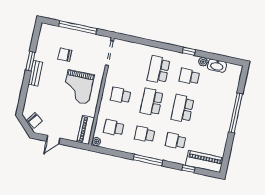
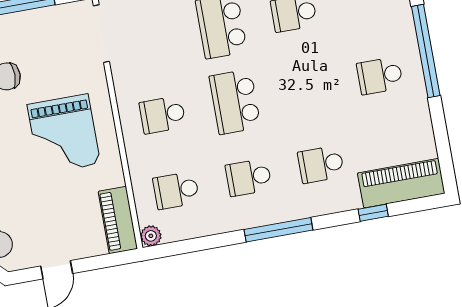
school desk: (182, 109) -> (380, 76), moved, width x0.54

